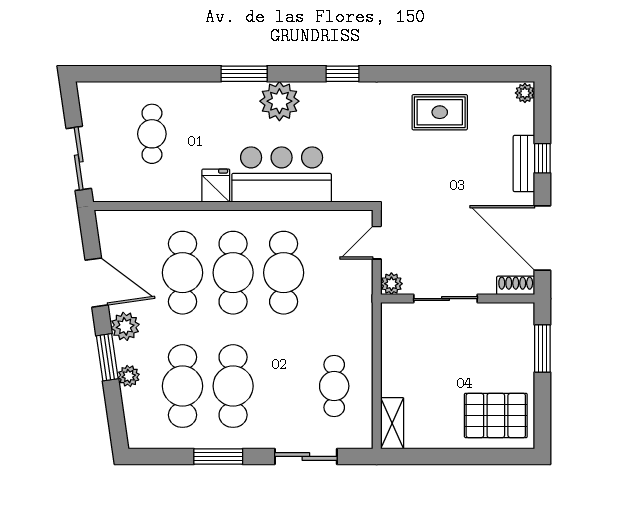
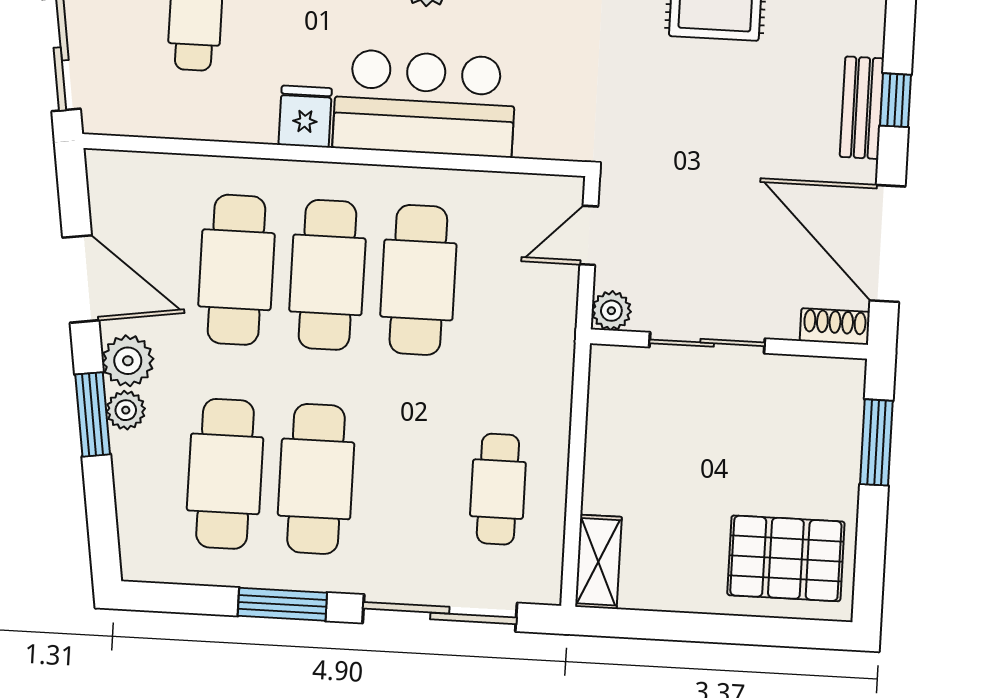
plant: (129, 376) -> (126, 410), moved
sliding door: (306, 456) -> (440, 613), width x1.37

